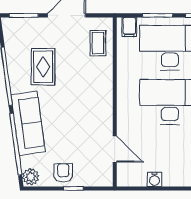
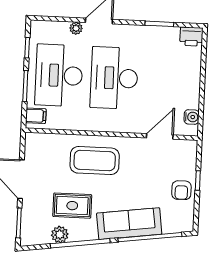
coffee table: (98, 43) -> (95, 161), moved, width x1.86, depth x1.72
armchair: (63, 173) -> (181, 190), turned -90
plant: (31, 177) -> (60, 235), moved
water cooler: (154, 179) -> (192, 117), moved

